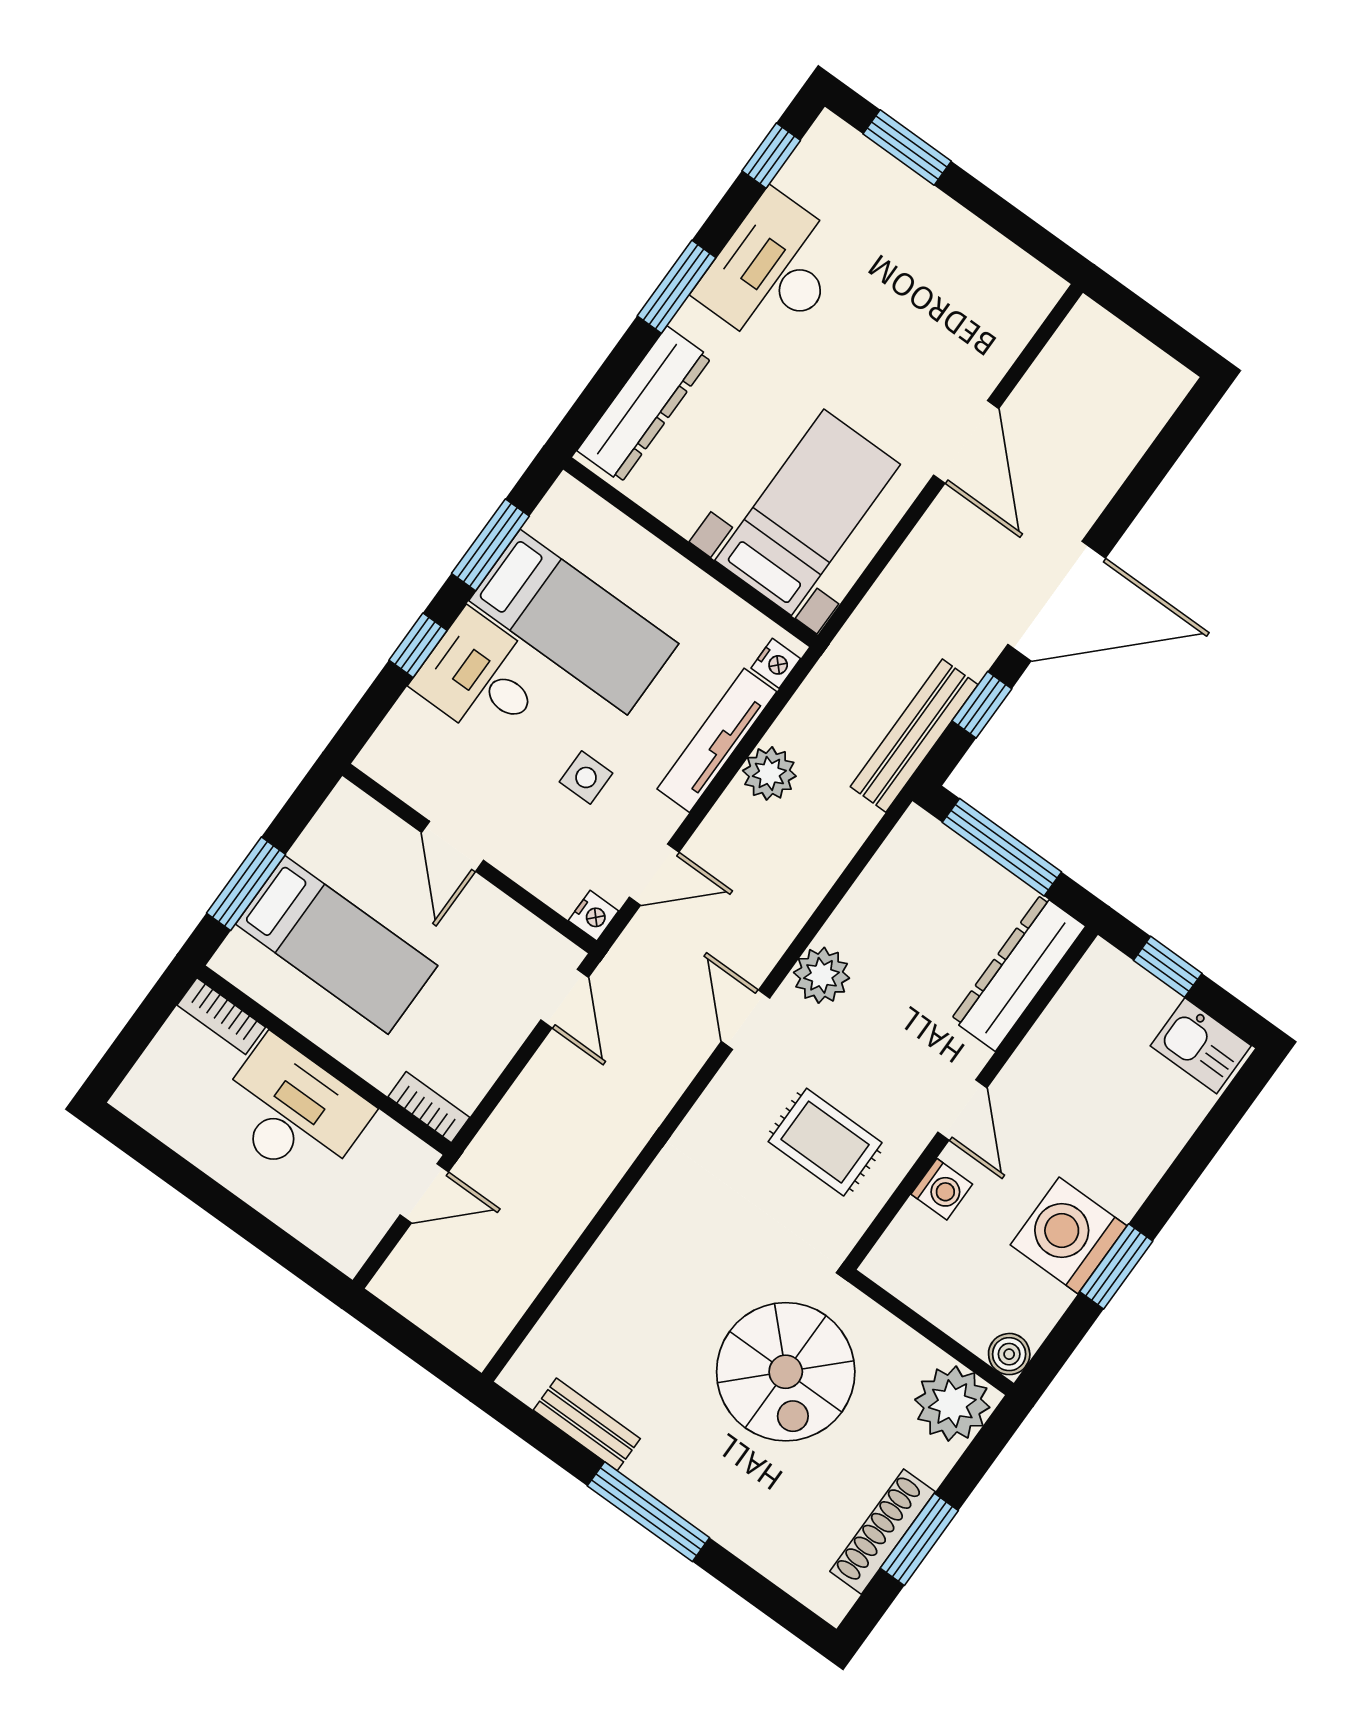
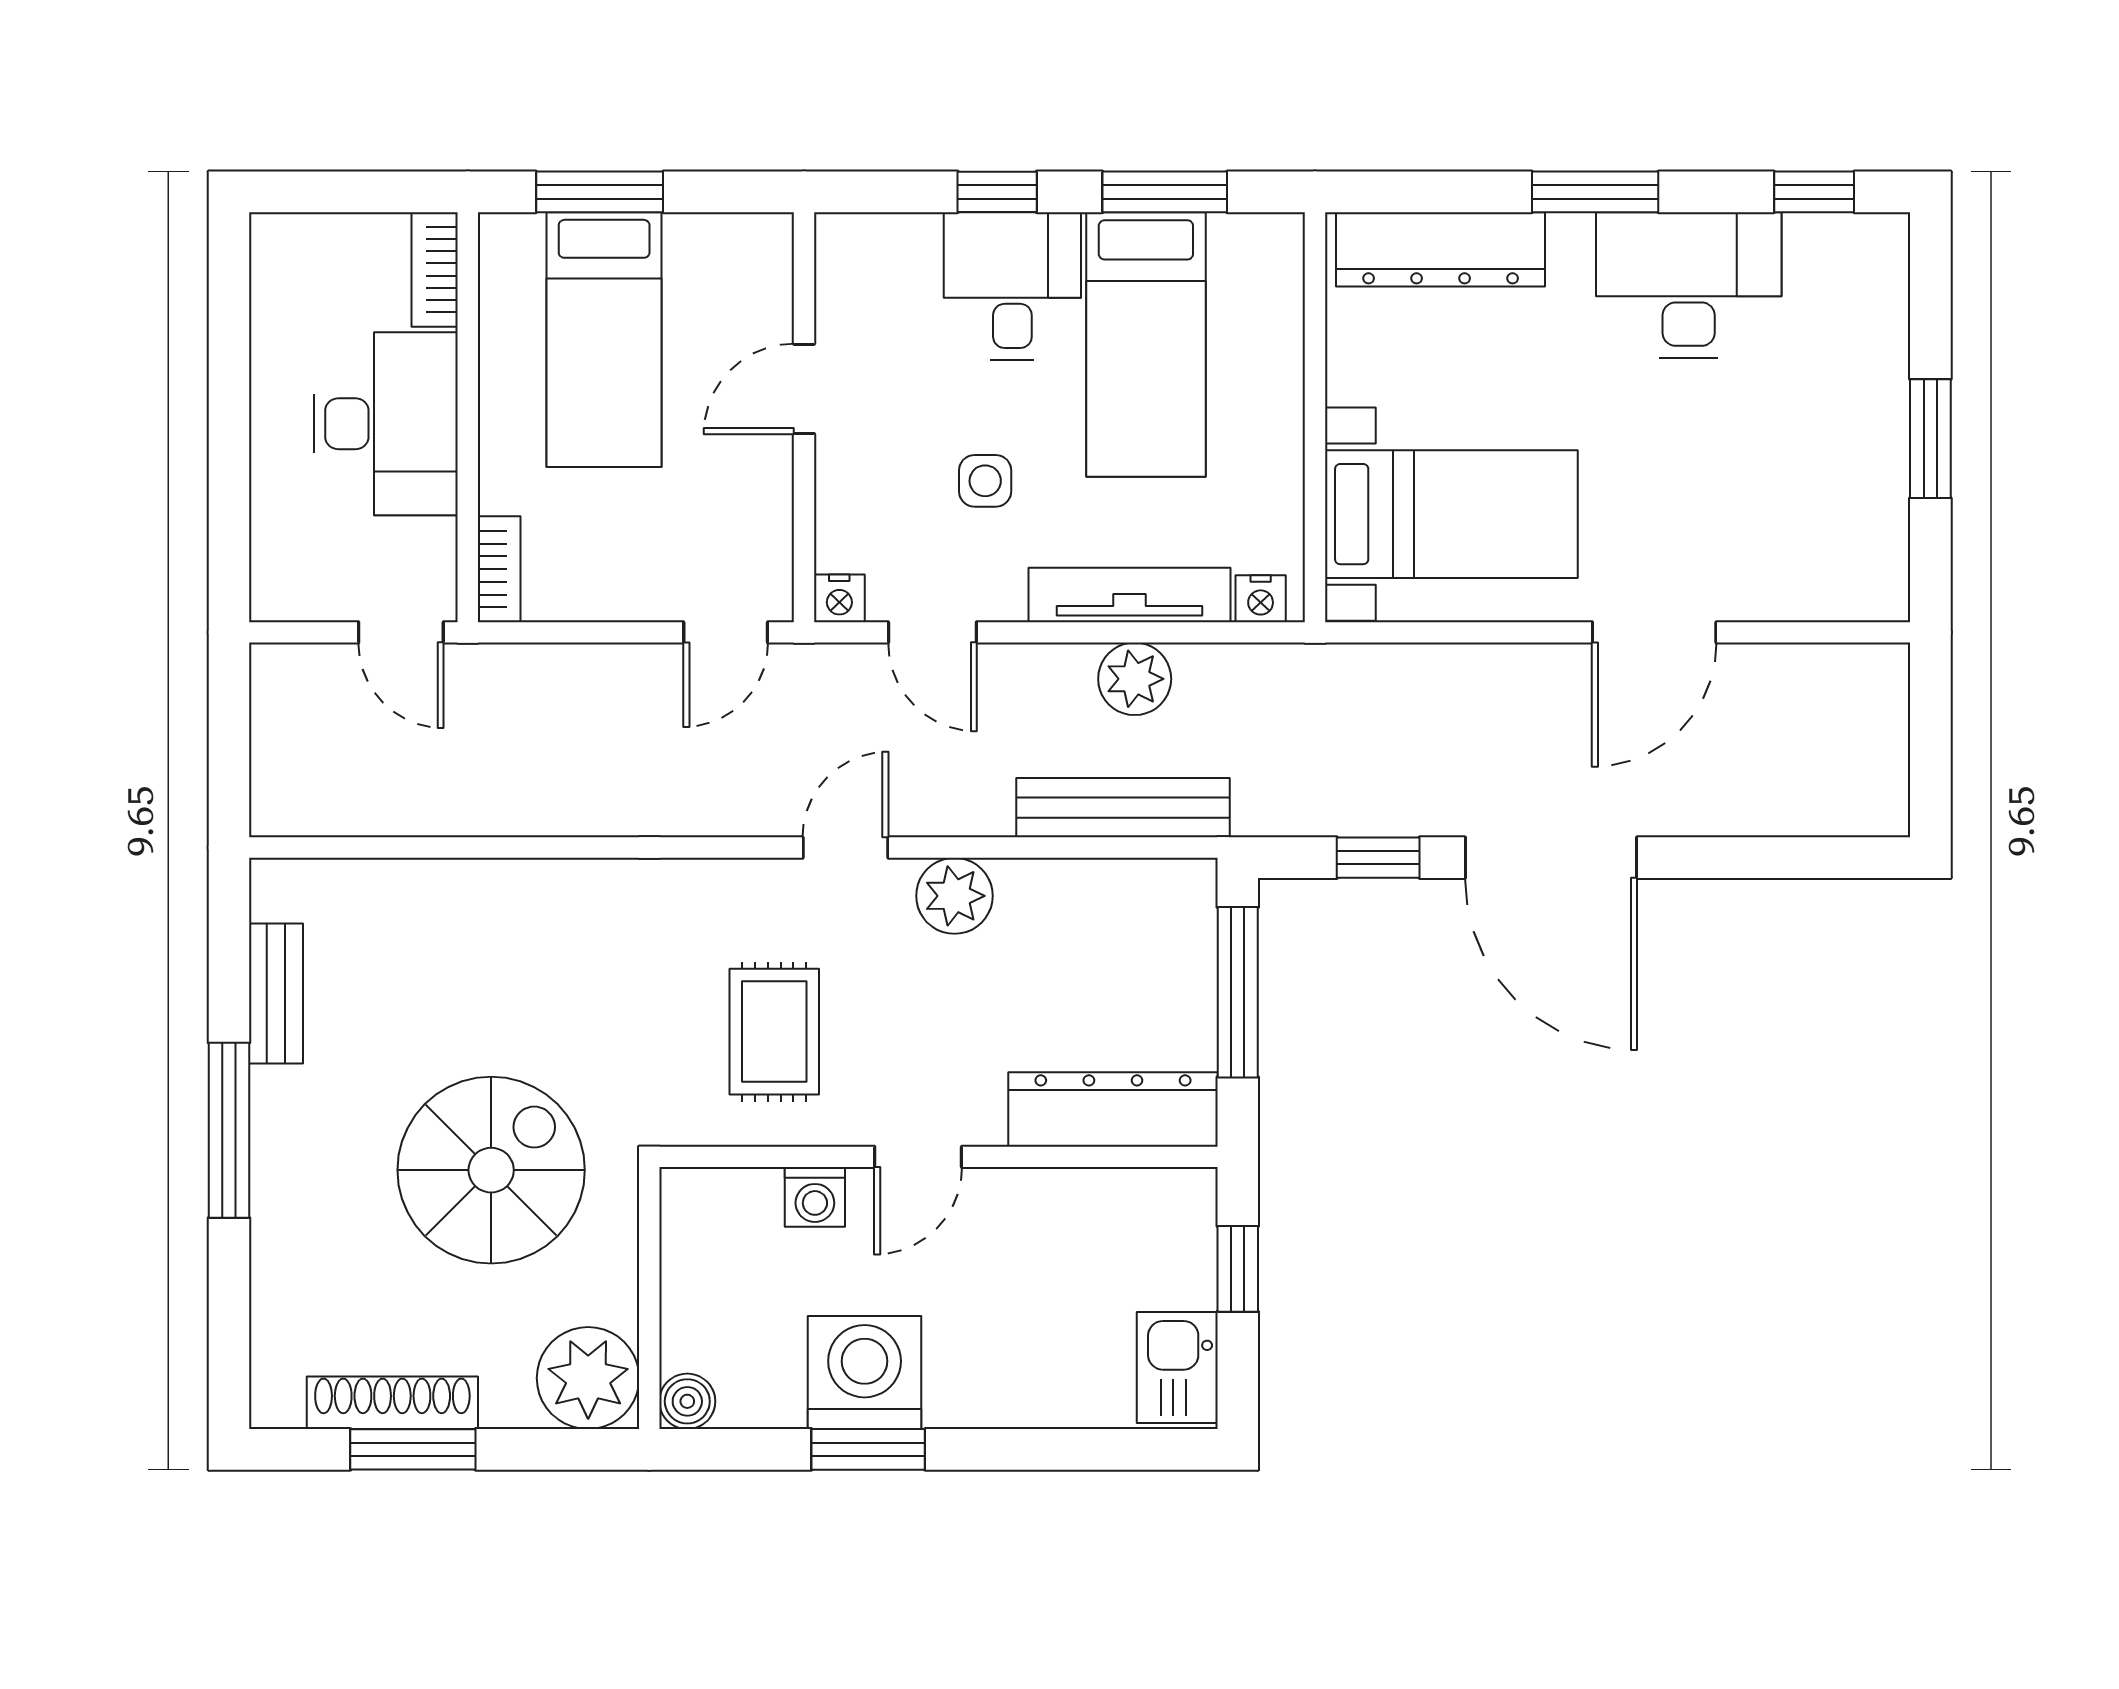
window: (907, 148) -> (1930, 439), moved
bench: (914, 736) -> (1123, 808), moved
spiral stairs: (786, 1372) -> (491, 1170), turned 180

